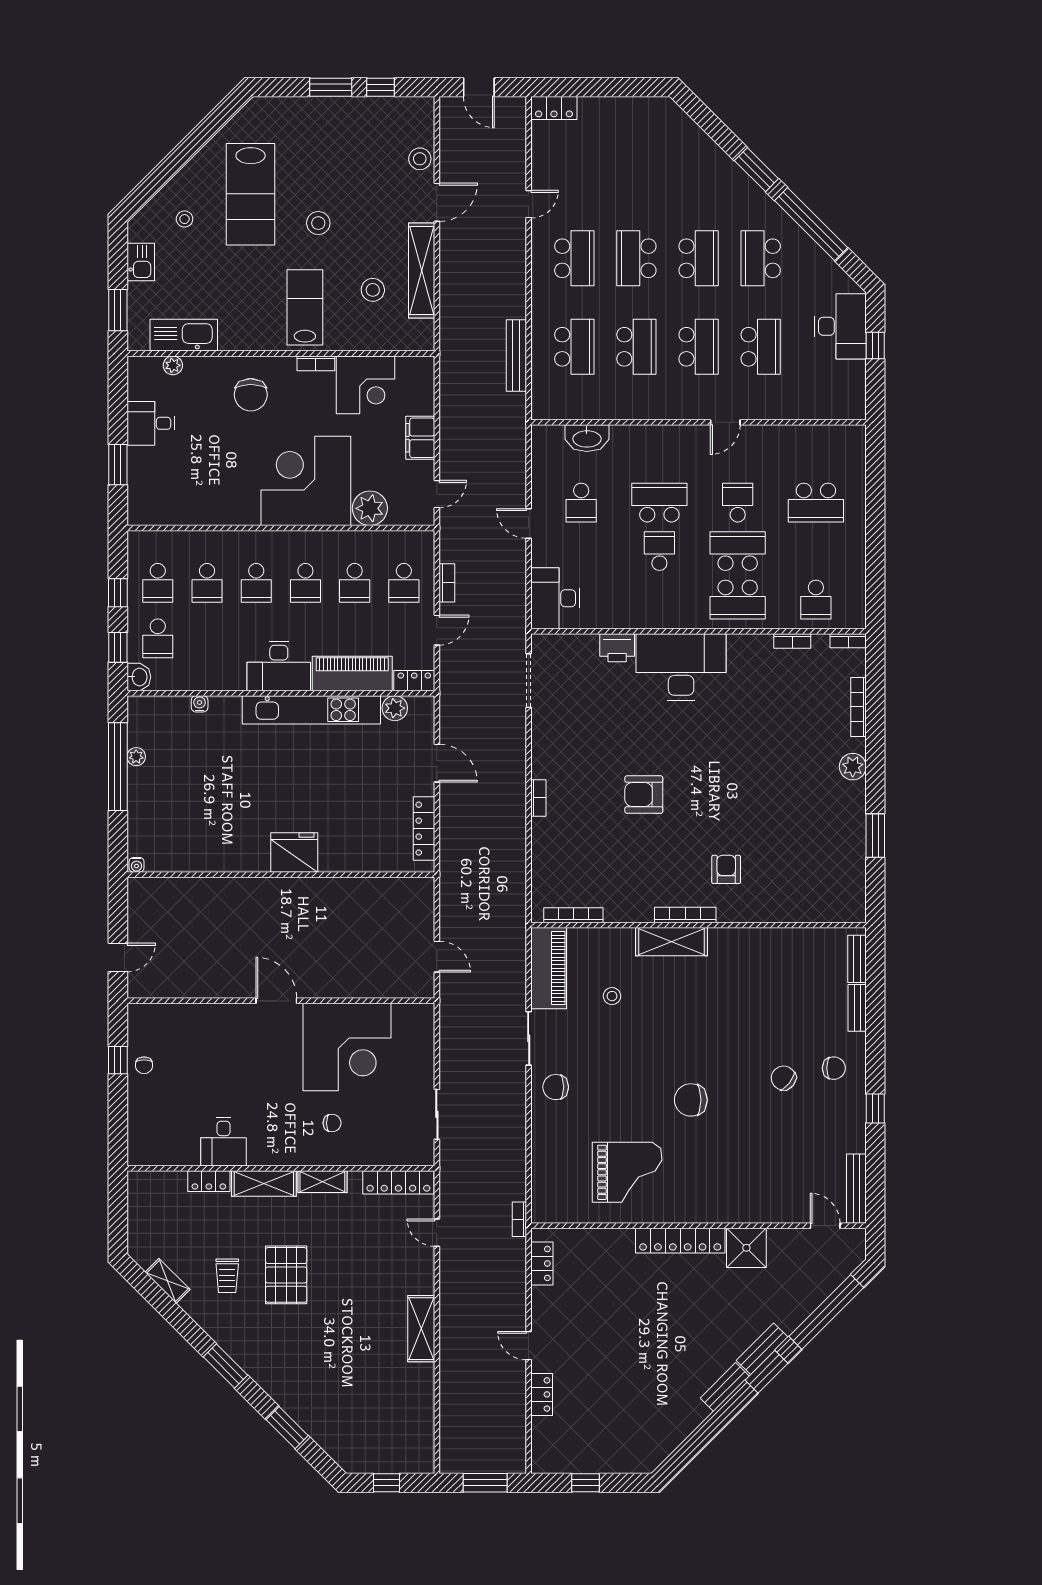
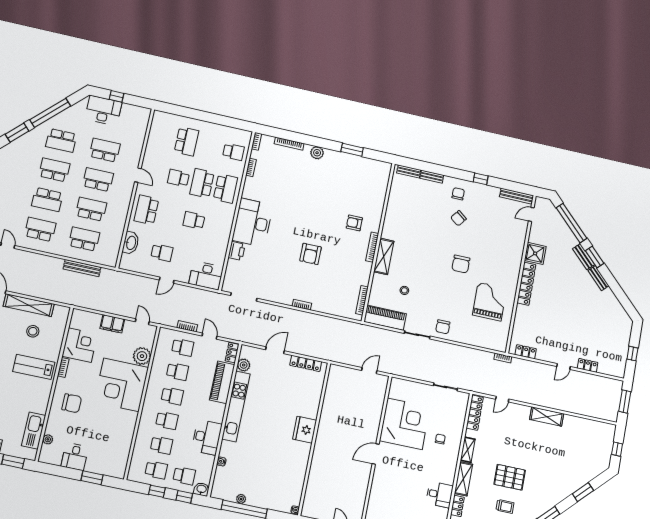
school desk: (659, 503) -> (146, 210), moved
desk: (279, 666) -> (207, 437), moved

